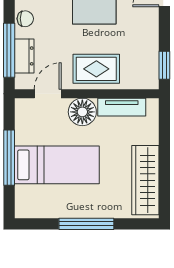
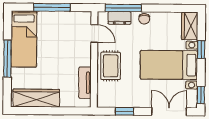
window: (164, 65) -> (124, 111), moved
floor lamp: (82, 112) -> (82, 56), removed
bed: (57, 165) -> (24, 39), moved

